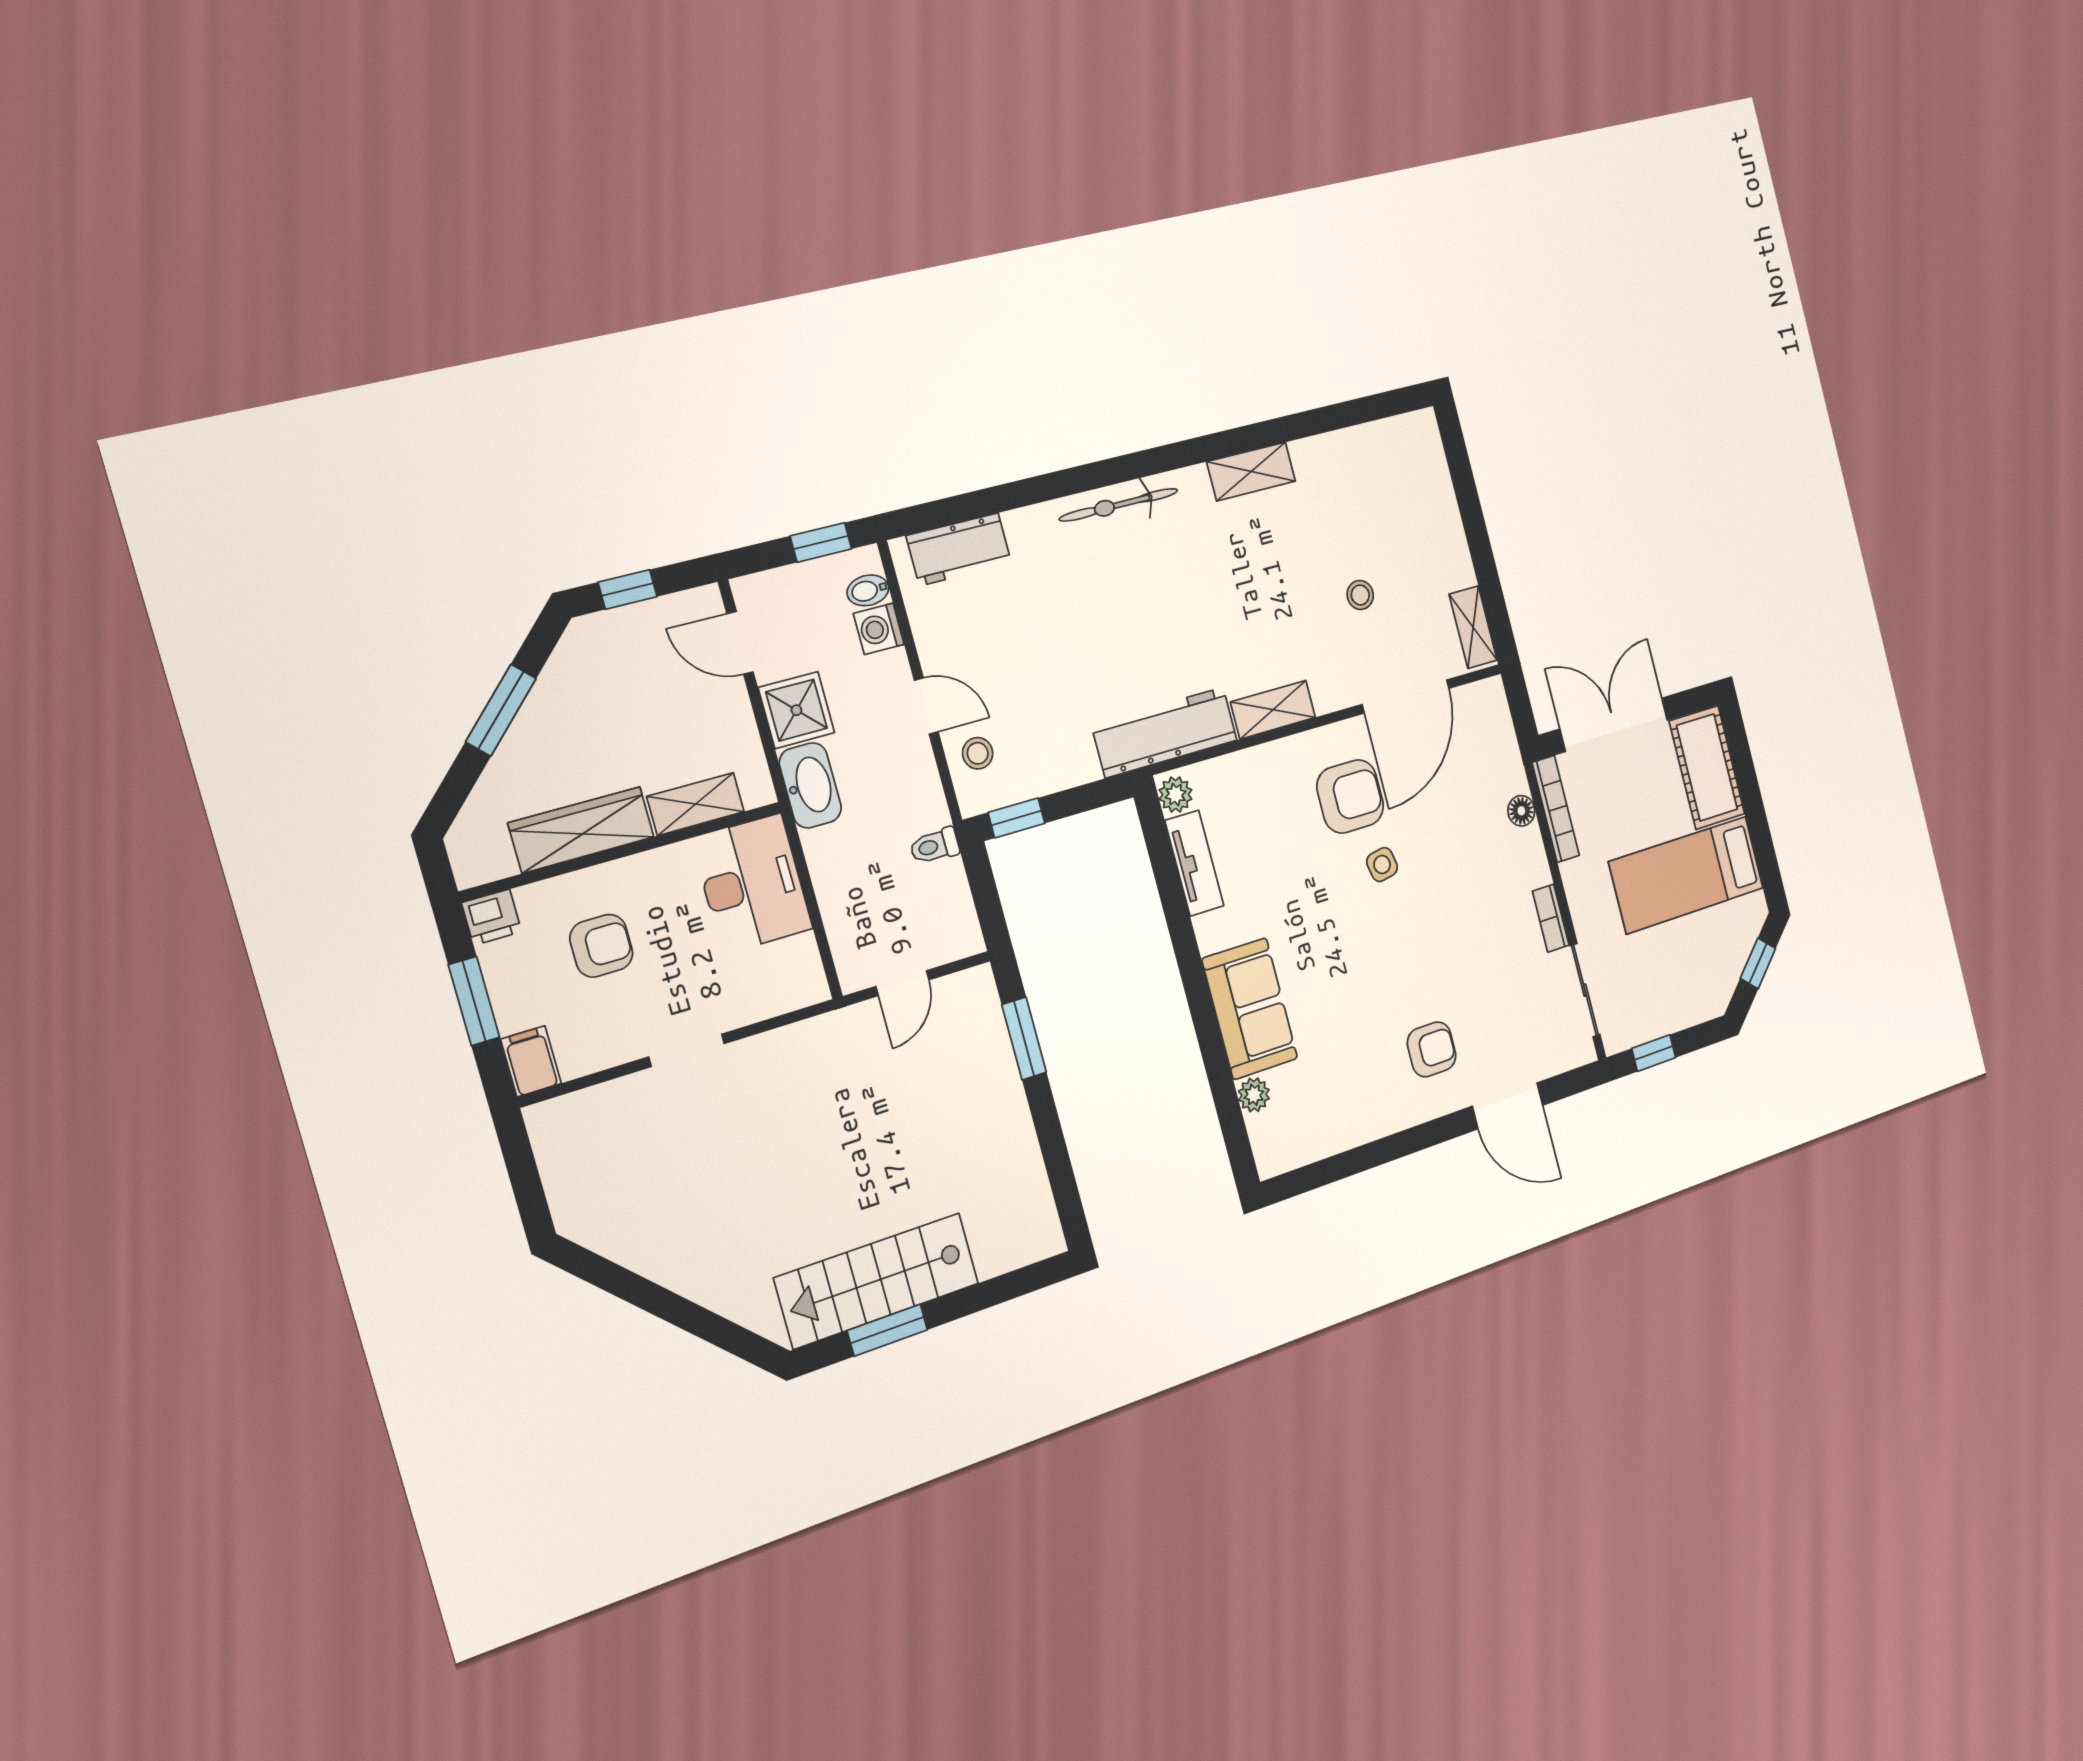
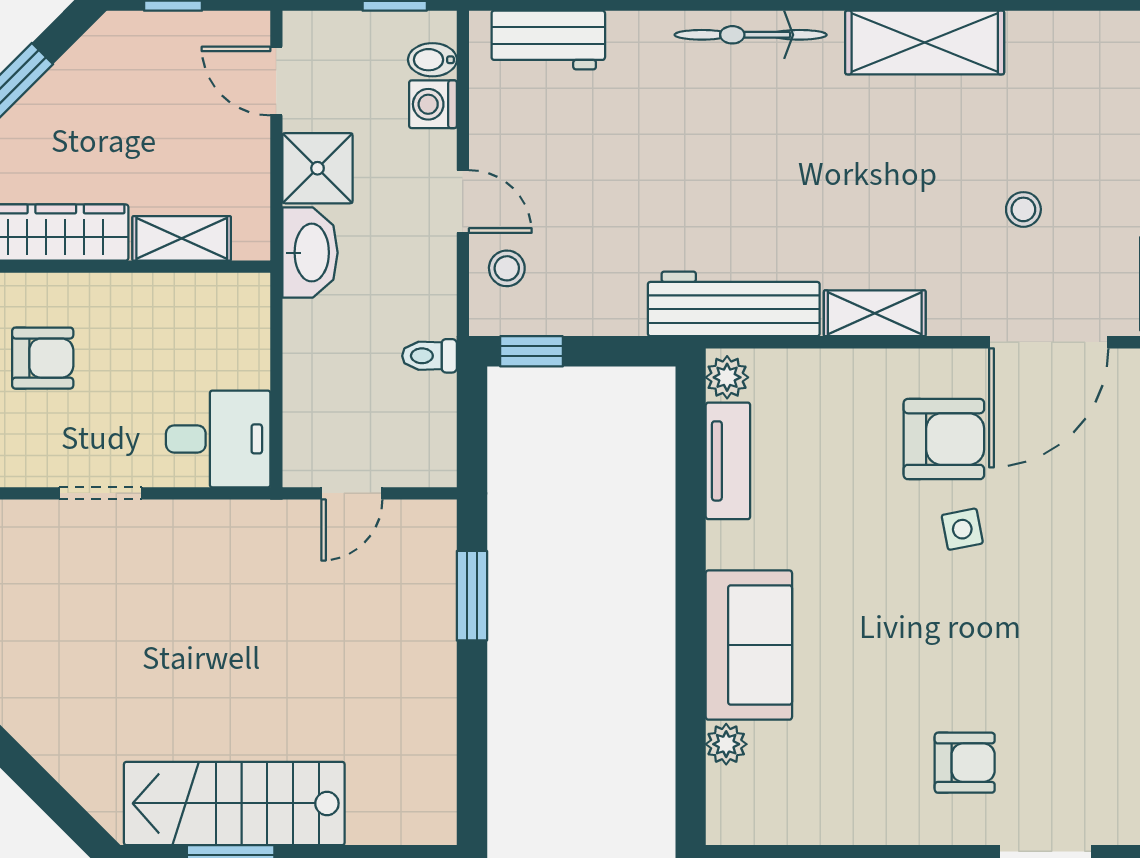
shelving: (1251, 472) -> (925, 42), width x1.50, depth x1.33
desk: (752, 884) -> (218, 439), moved, width x0.73

